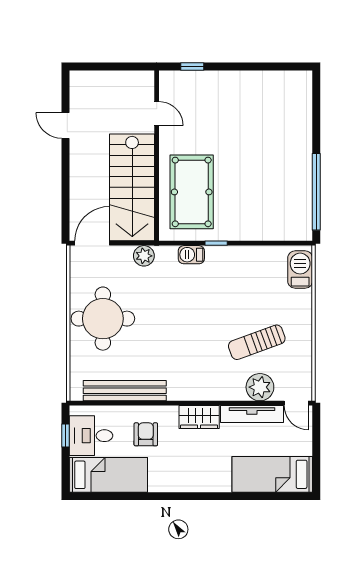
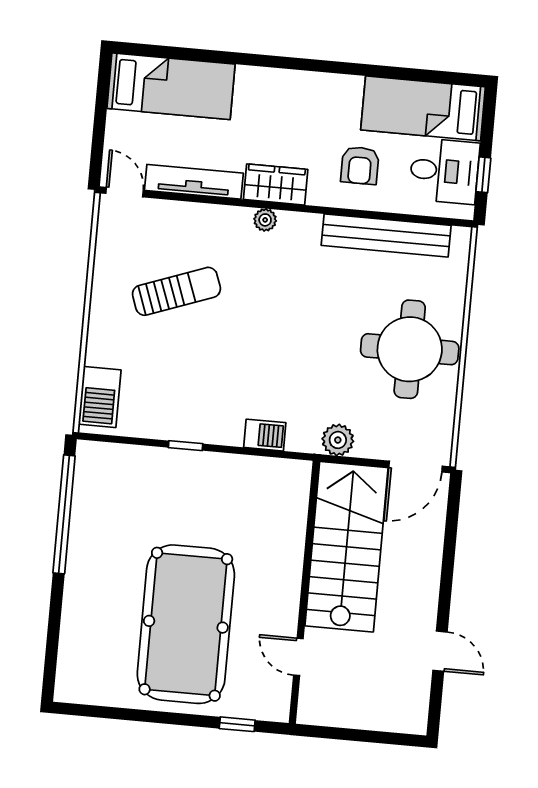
pool table: (192, 192) -> (186, 624), moved, width x1.36, depth x1.32
window: (216, 243) -> (186, 446), moved
plant: (260, 387) -> (265, 220), moved, width x0.53, depth x0.53

